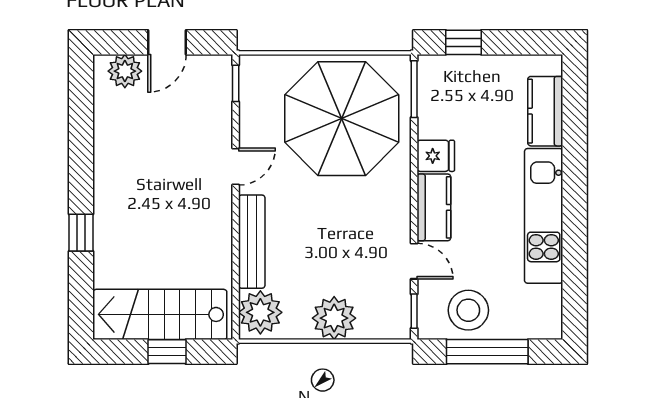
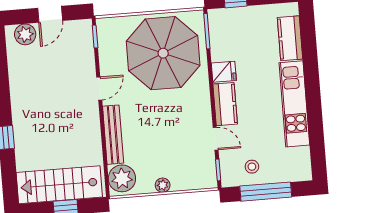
stool: (468, 310) -> (252, 167), width x0.53, depth x0.53
plant: (334, 318) -> (163, 185), width x0.53, depth x0.53

